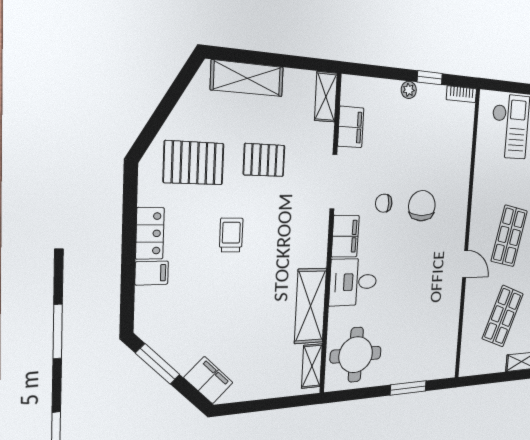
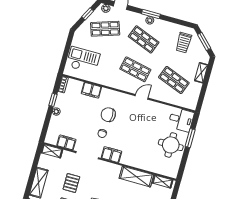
filing cabinet: (461, 157) -> (91, 90), added
desk: (353, 282) -> (181, 120), moved, turned -90
round table: (356, 355) -> (171, 145), moved

